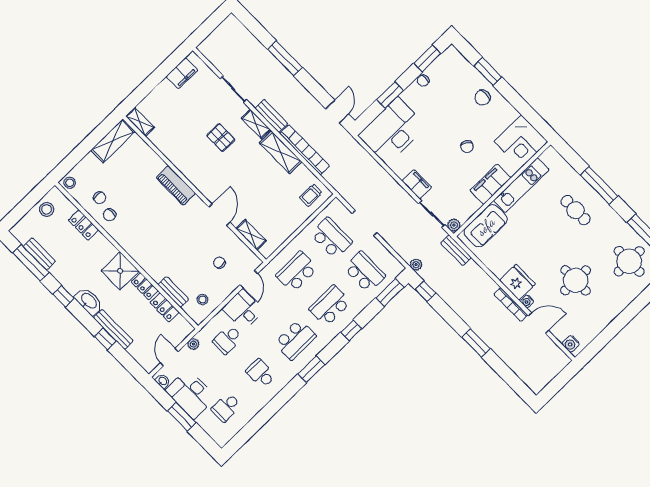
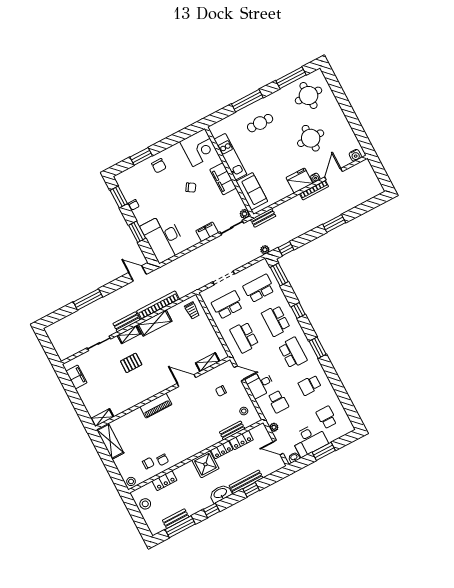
school desk: (226, 407) -> (327, 417), turned 180

